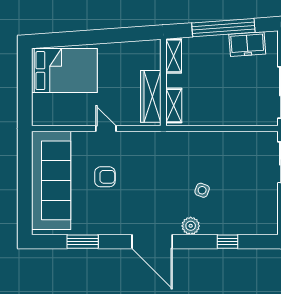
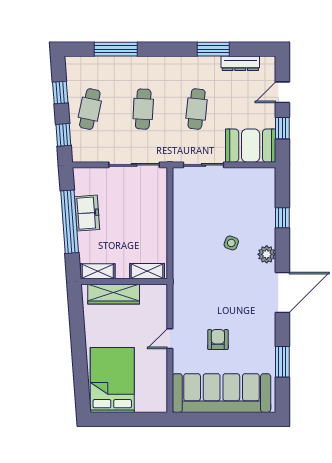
freezer: (247, 44) -> (87, 213), moved
wardrobe: (151, 96) -> (114, 294), moved

